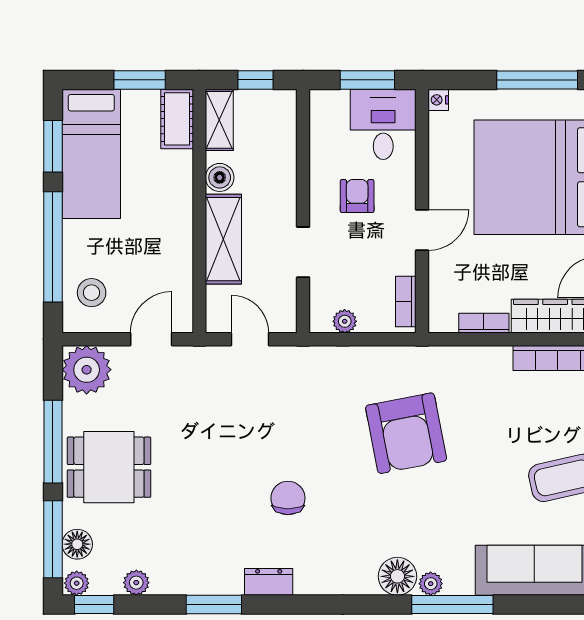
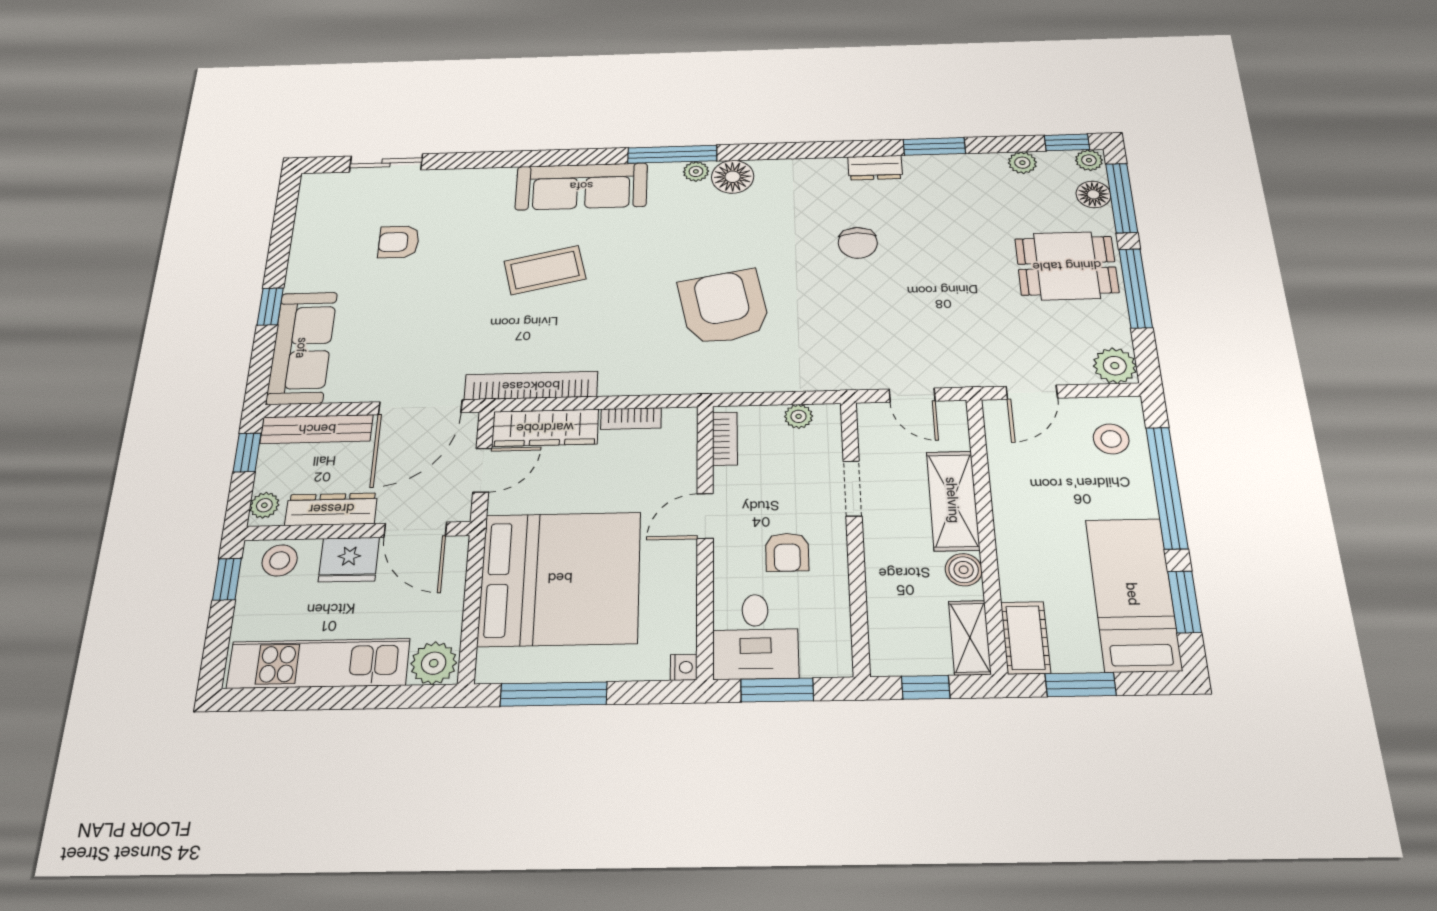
plant: (87, 370) -> (1115, 366), width x0.73, depth x0.73

